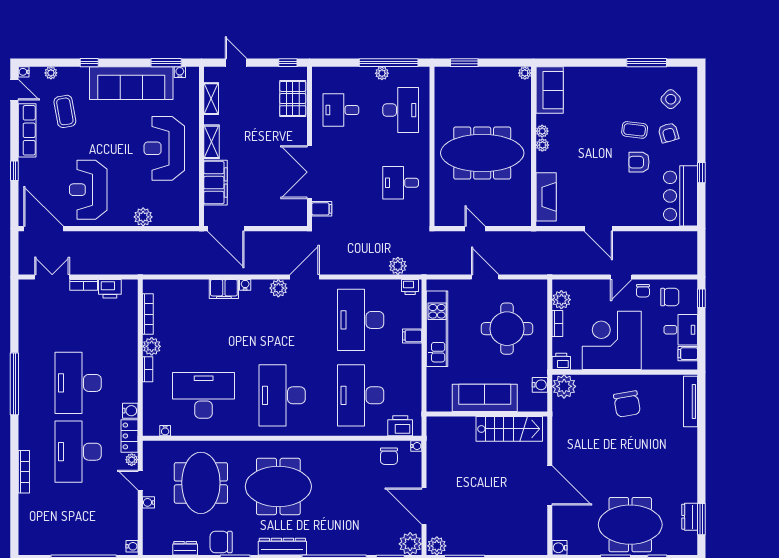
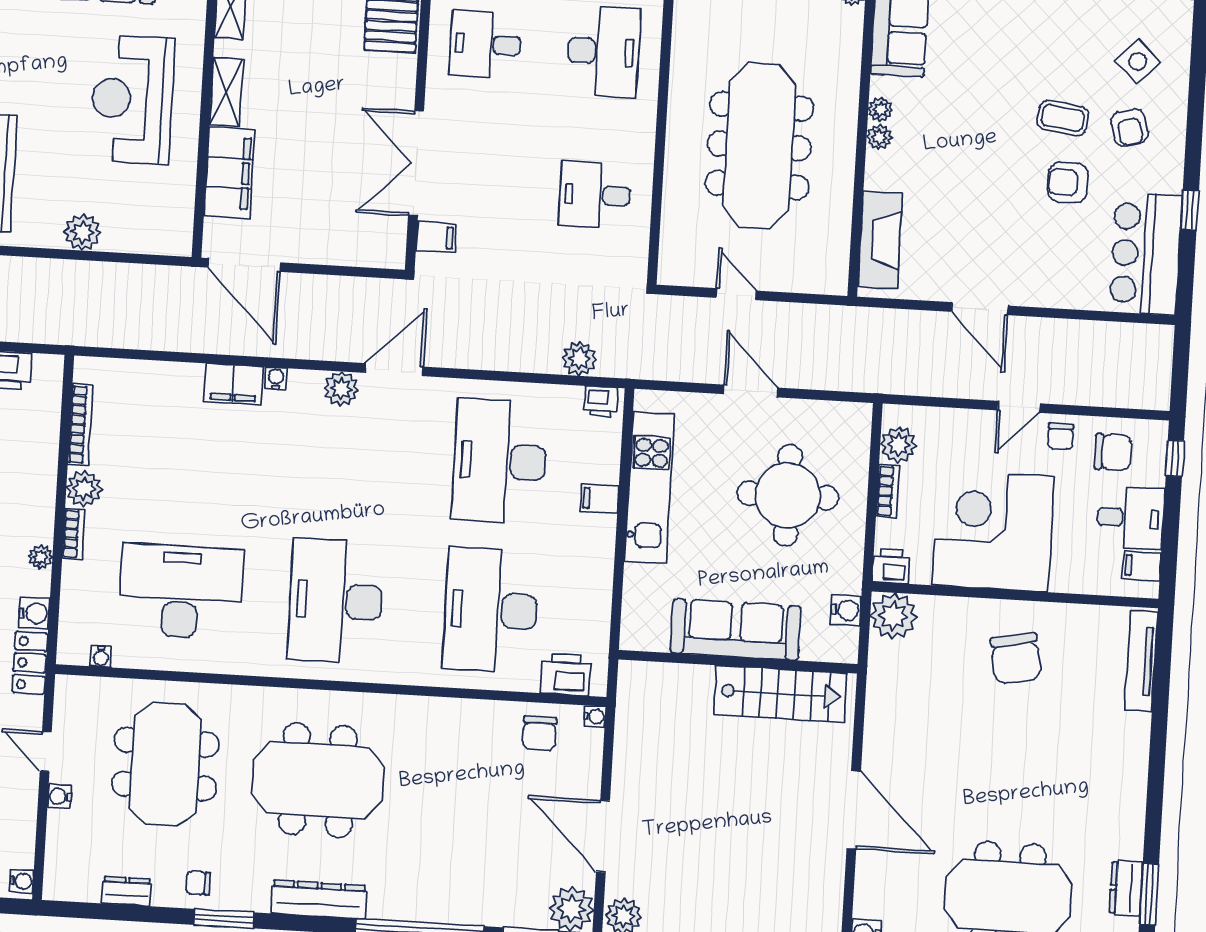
meeting table: (482, 153) -> (759, 146), turned 90
plant: (132, 460) -> (40, 557), moved
chair: (221, 542) -> (198, 883), width x0.54, depth x0.54

